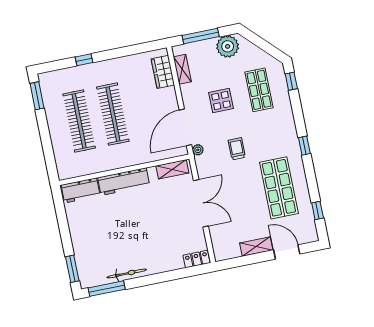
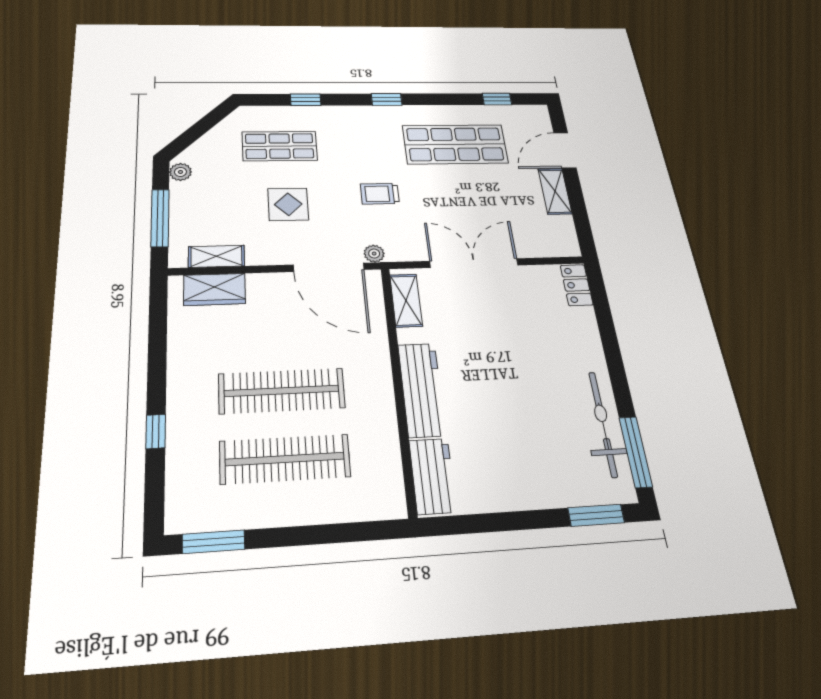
plant: (228, 46) -> (180, 172), width x0.53, depth x0.53
window: (291, 81) -> (306, 100), moved
bicycle: (127, 273) -> (603, 424), width x1.37, depth x1.40

